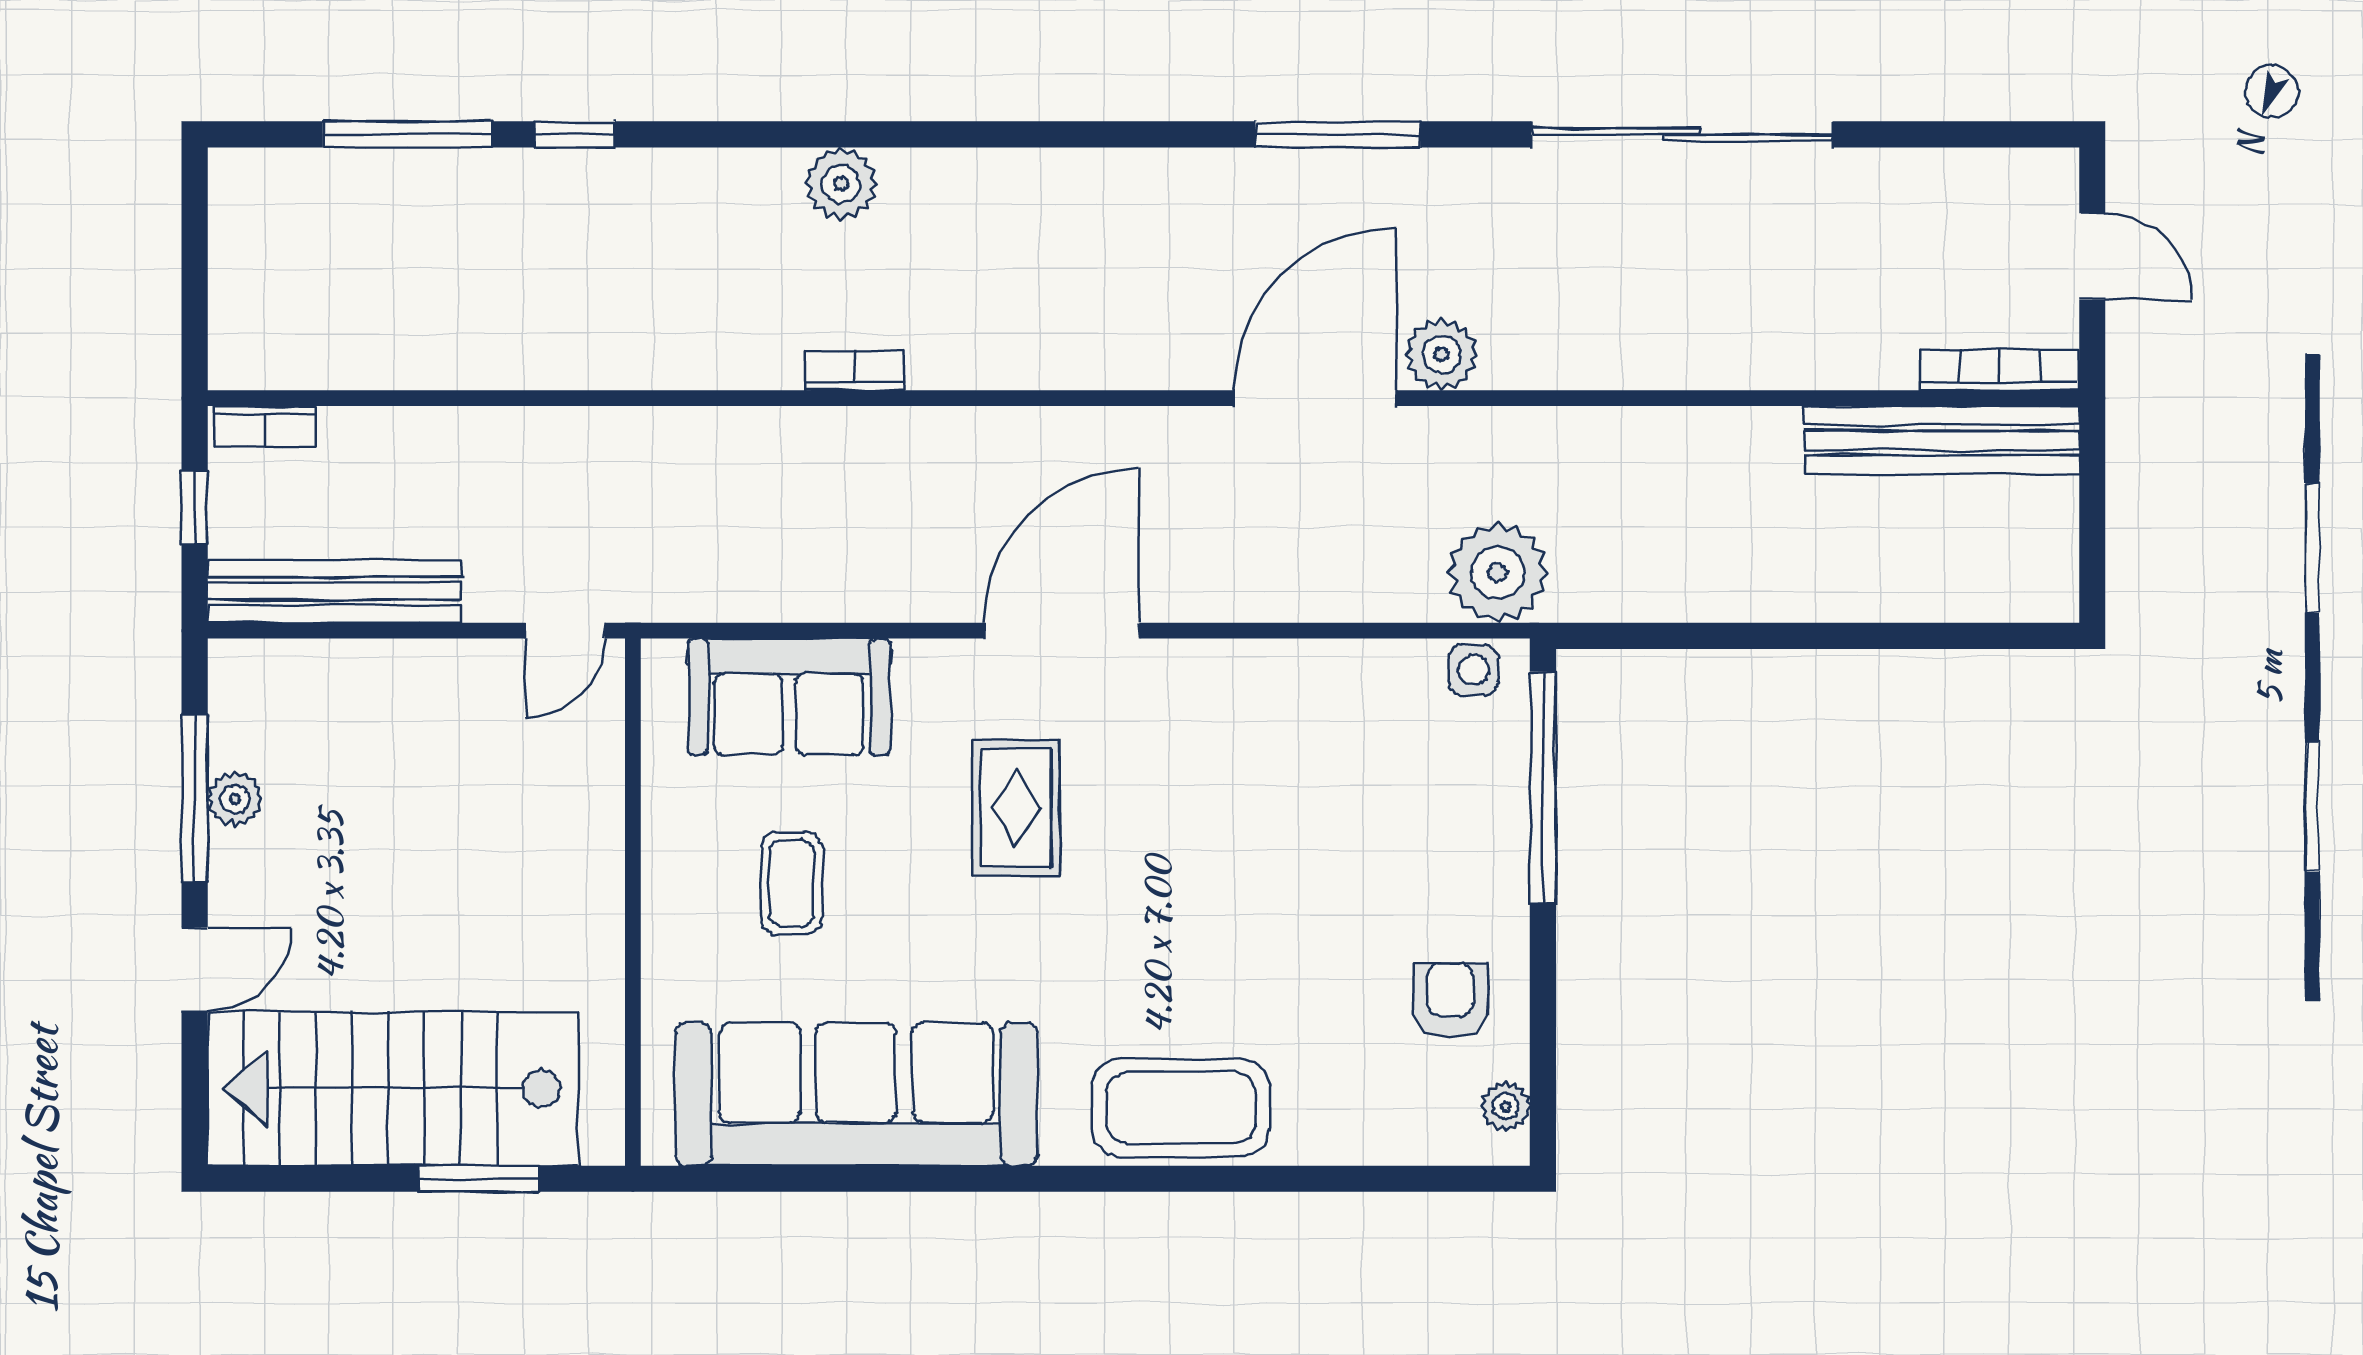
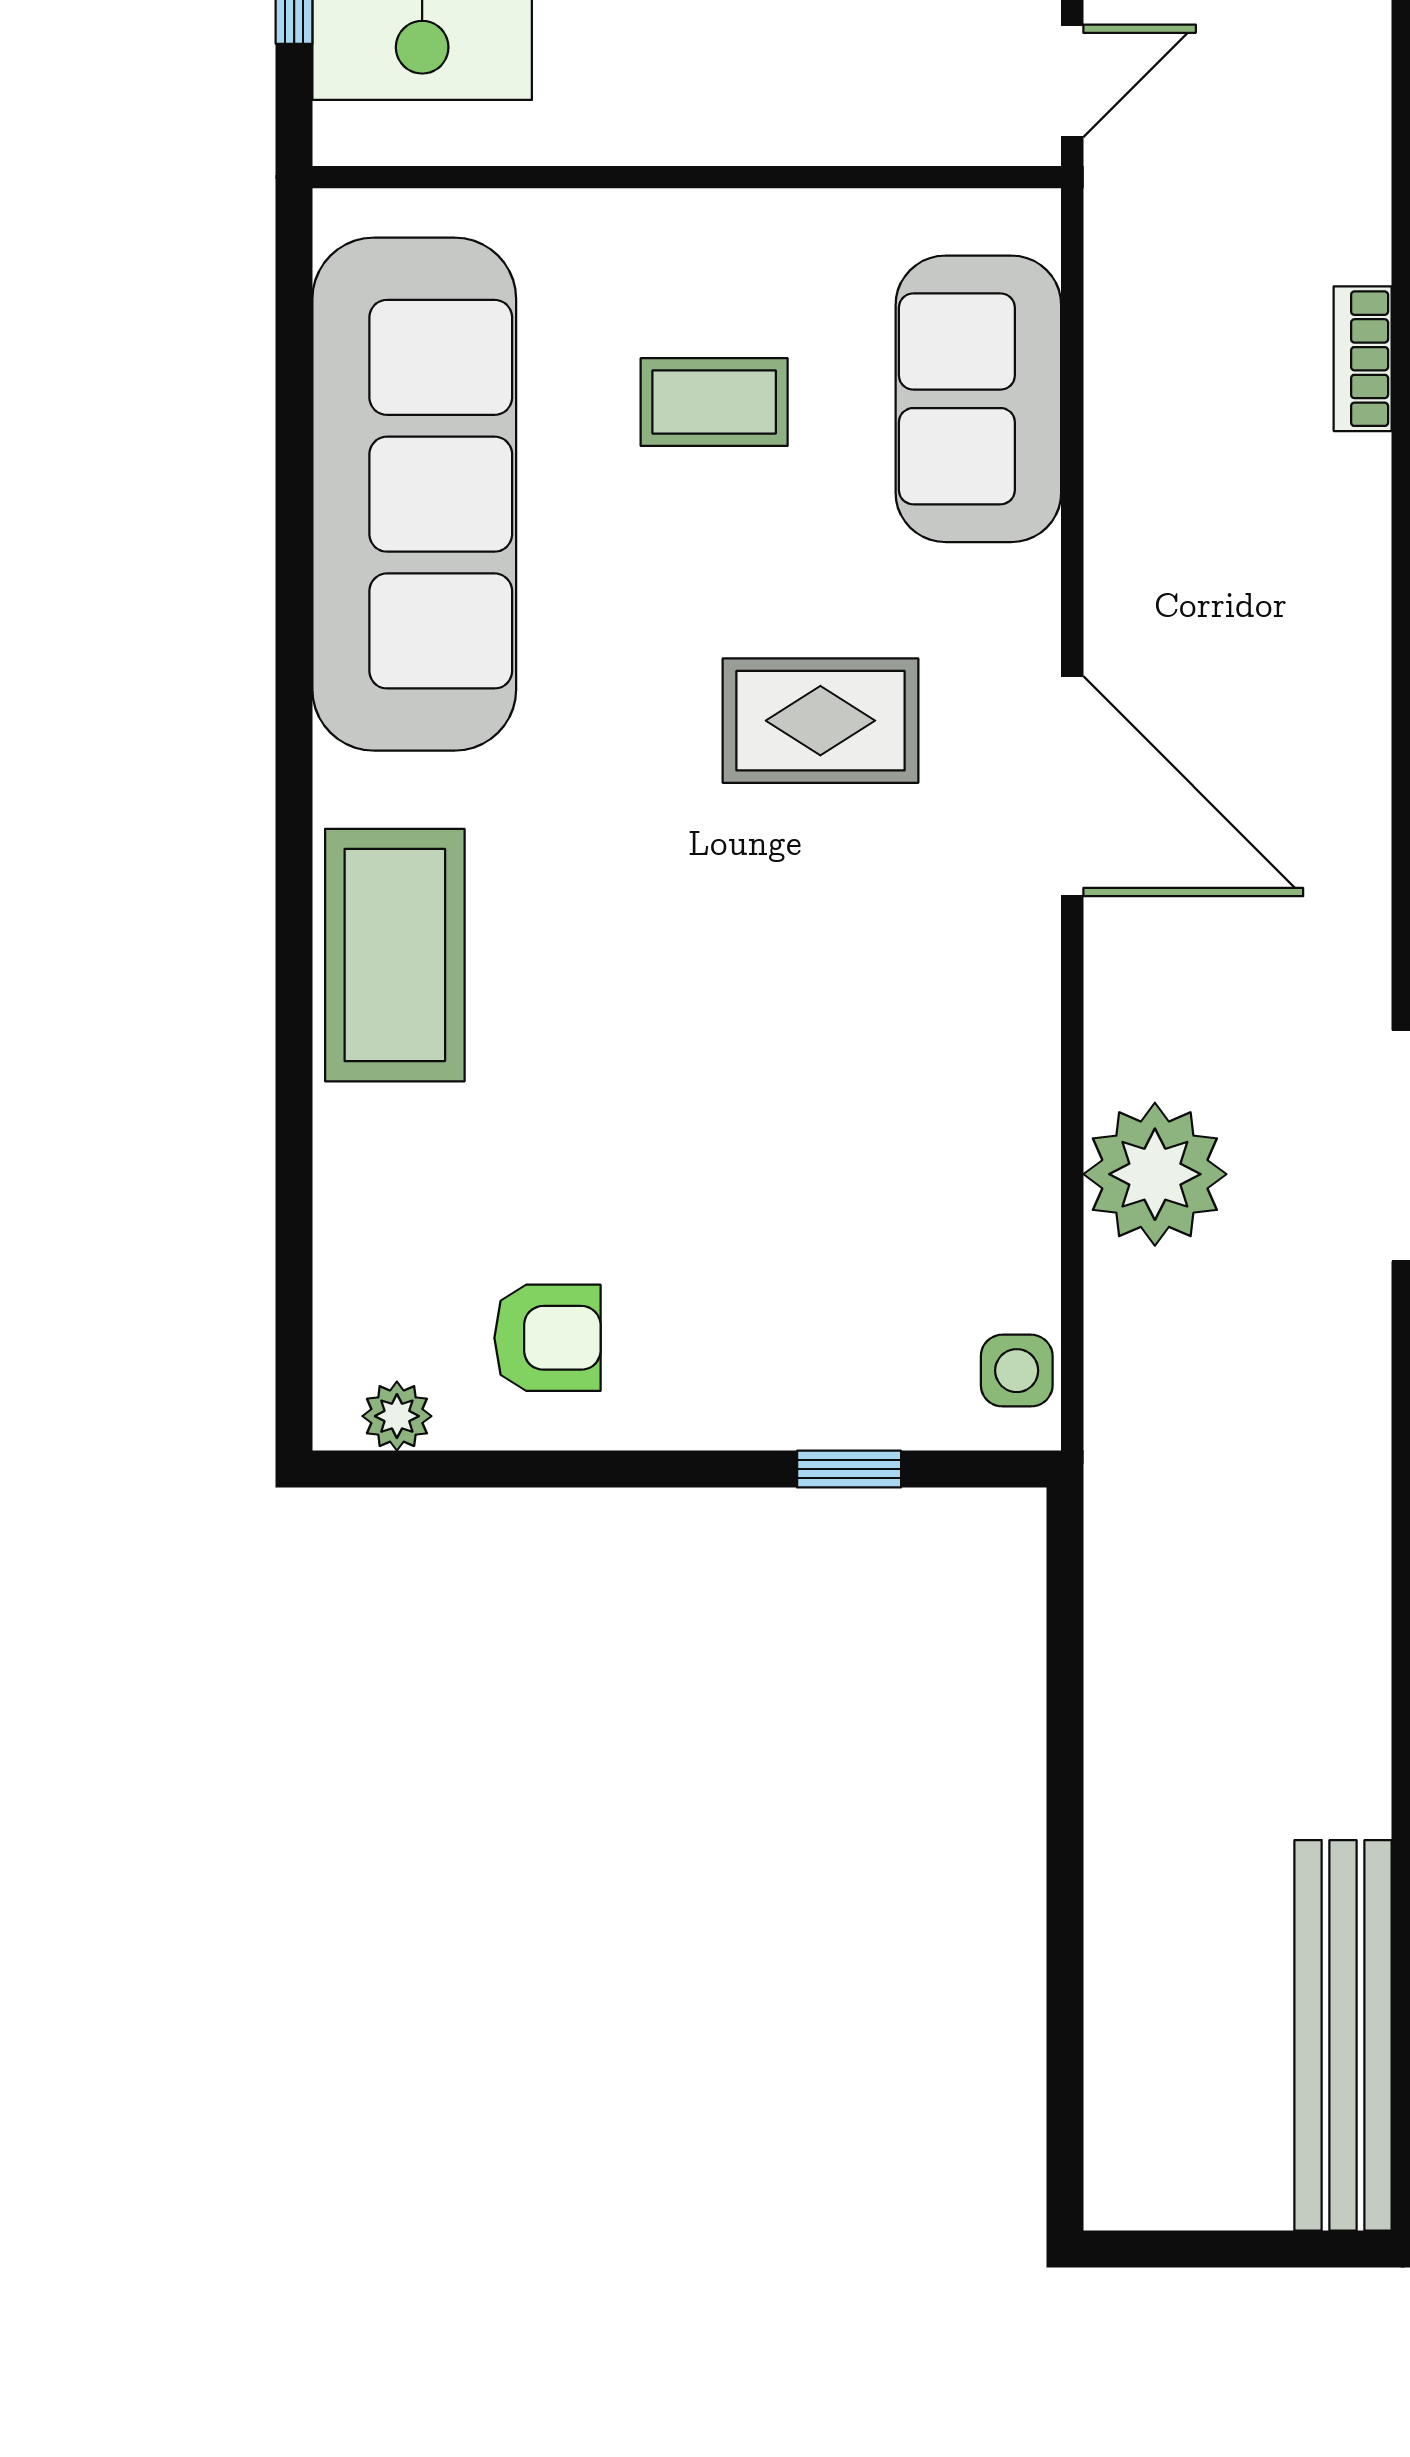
bookcase: (761, 426) -> (1363, 359), added
plant: (1498, 573) -> (1155, 1174), moved
door: (565, 631) -> (1072, 81), swing flipped
window: (1543, 788) -> (849, 1469), width x0.32

